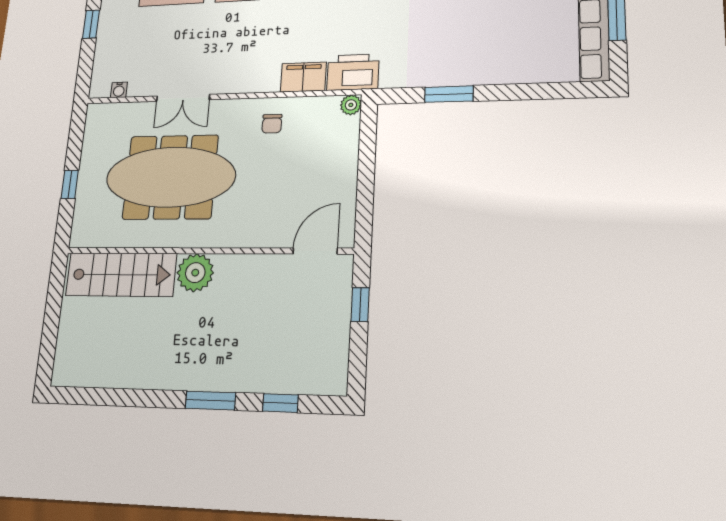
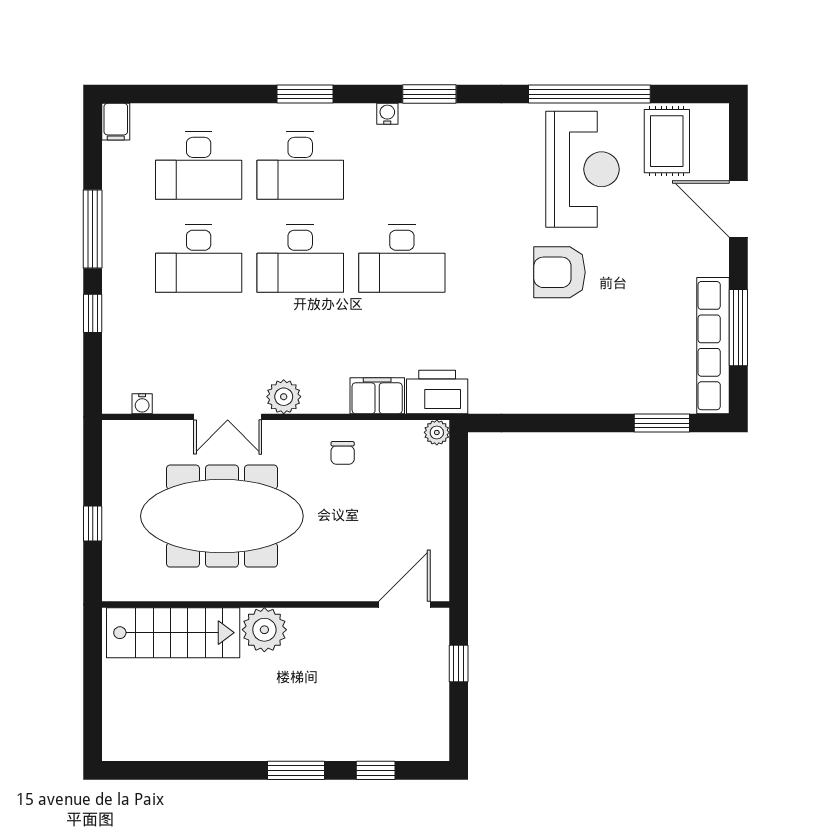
plant: (228, 81) -> (284, 397), added
window: (449, 94) -> (662, 423), moved

